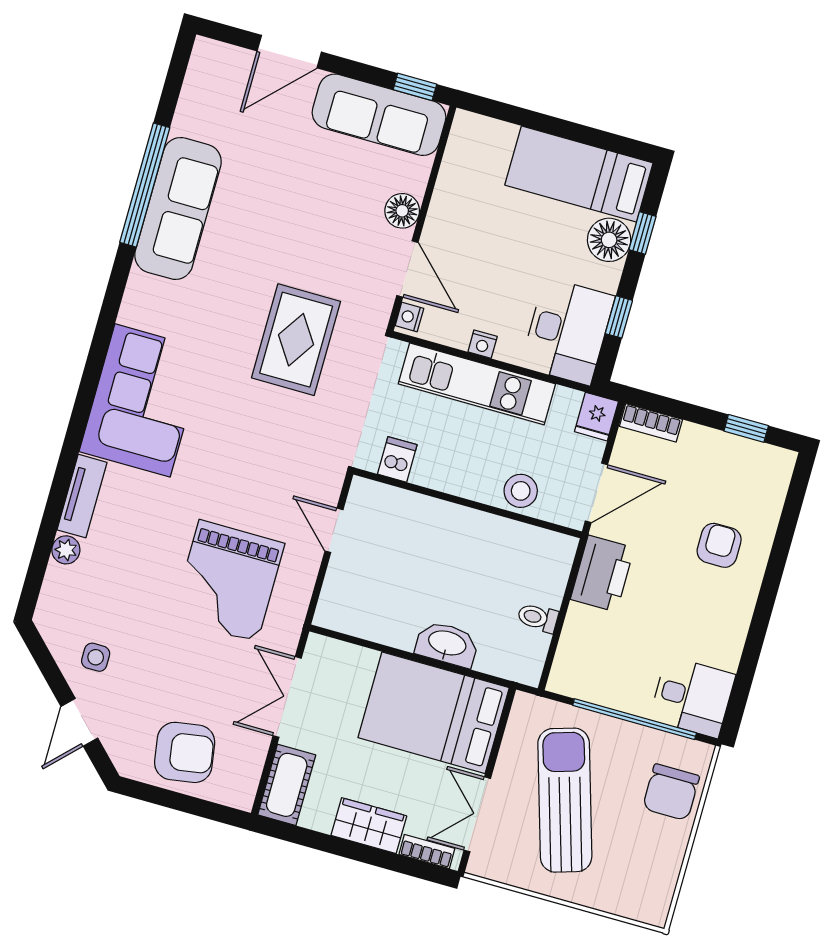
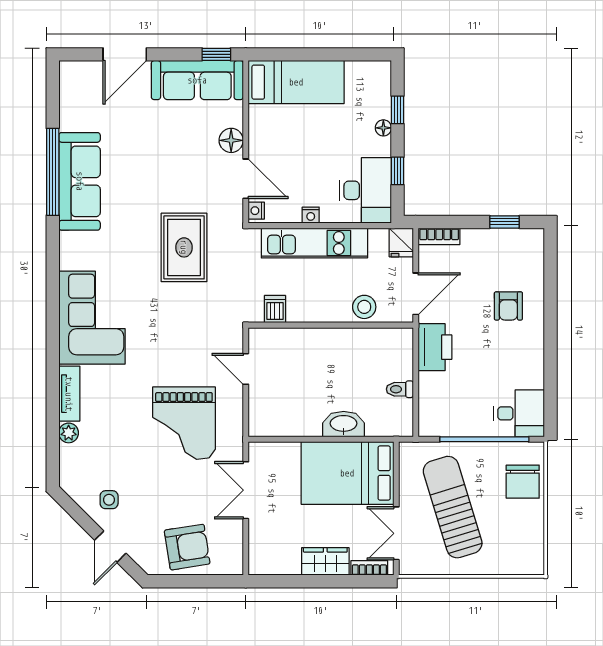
bed: (579, 174) -> (296, 82), moved, turned 180
floor lamp: (609, 240) -> (383, 128), width x0.53, depth x0.53
armchair: (719, 545) -> (508, 306), turned 180
cot: (287, 785) -> (262, 550), removed

